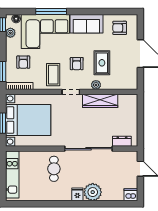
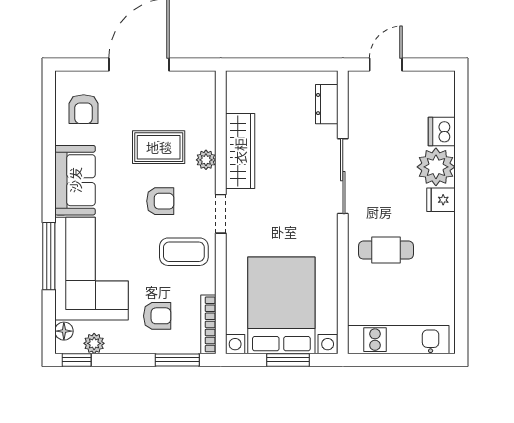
sliding door: (88, 149) -> (343, 176), width x0.73
dishwasher: (131, 195) -> (442, 132), moved

